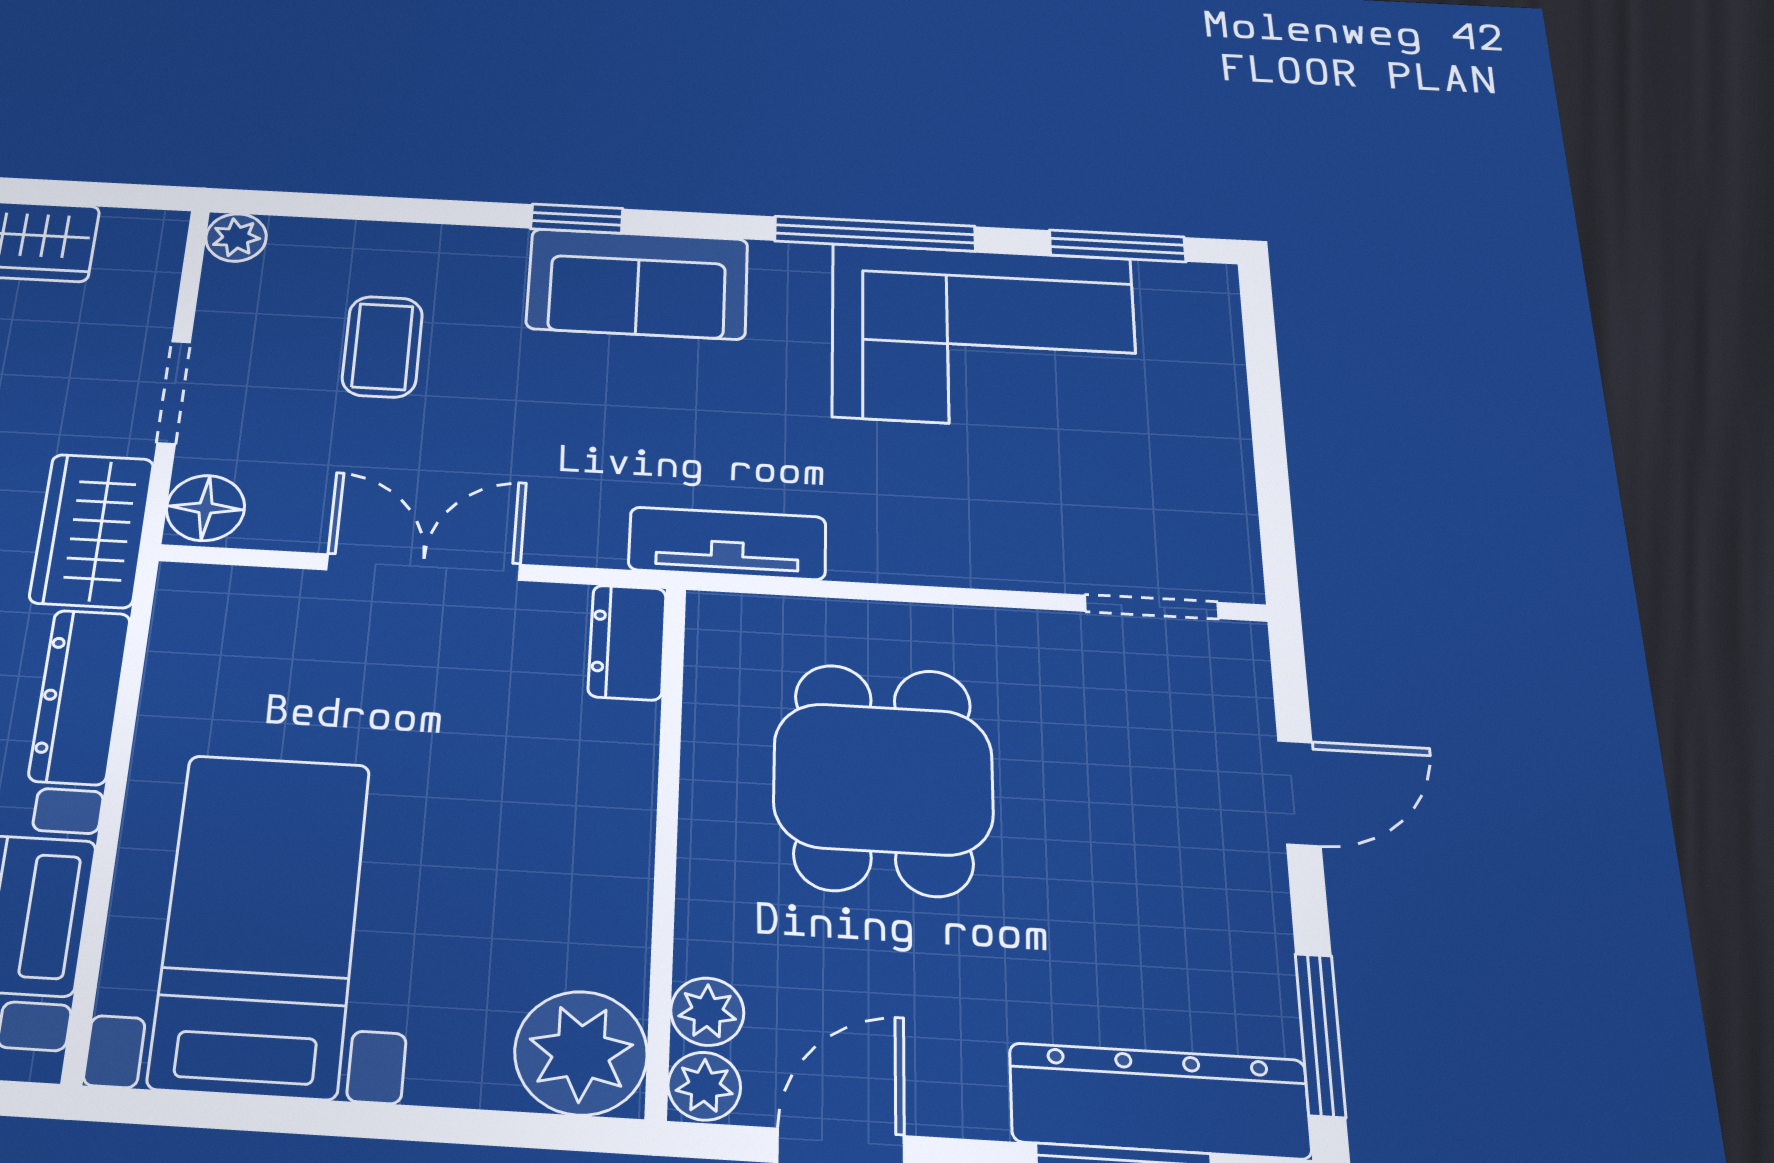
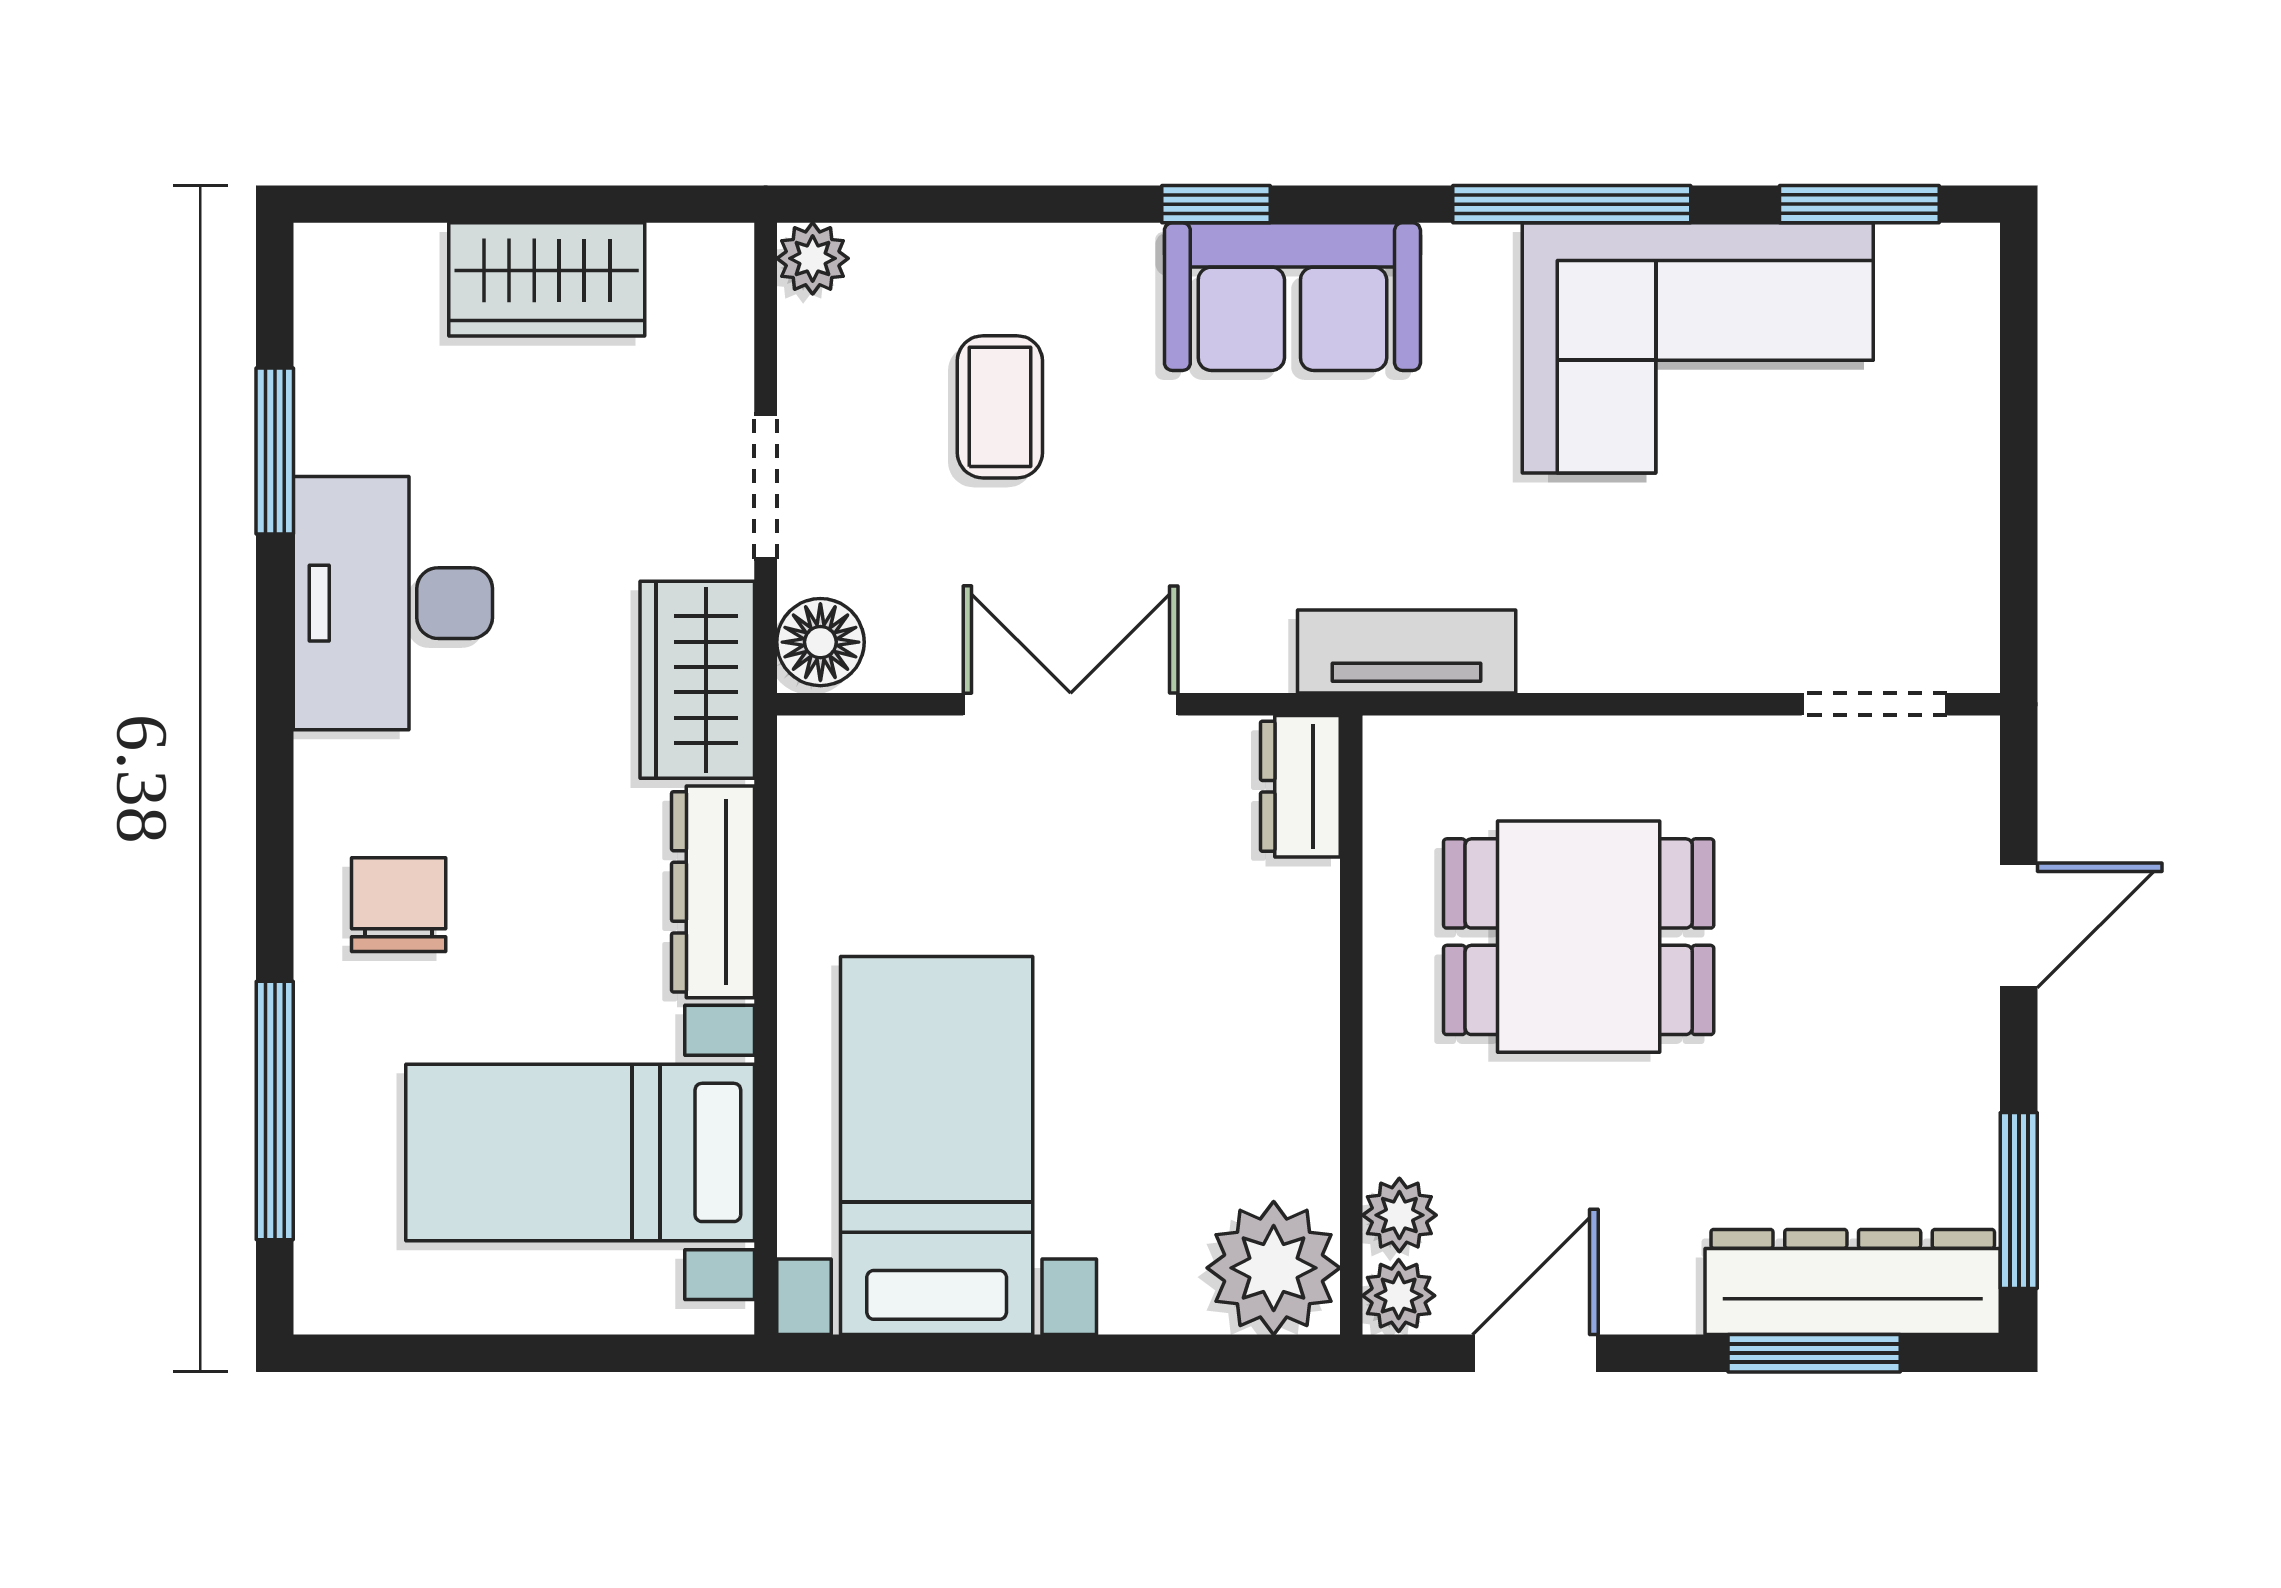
dining table: (883, 779) -> (1579, 937), turned 90

